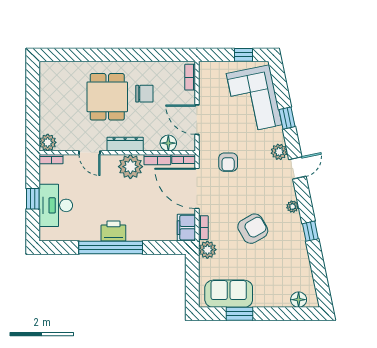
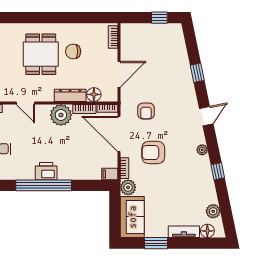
chair: (144, 94) -> (73, 51), turned 180
corner sofa: (254, 99) -> (169, 56), removed
door: (197, 120) -> (119, 74), swing flipped
dresser: (125, 144) -> (70, 95), moved
plant: (279, 152) -> (213, 211), moved
filing cabinet: (186, 228) -> (110, 174), width x0.50
armchair: (253, 229) -> (153, 153), moved, turned -150
sofa: (229, 294) -> (132, 217), moved, turned 90
tv unit: (272, 301) -> (184, 232), added

